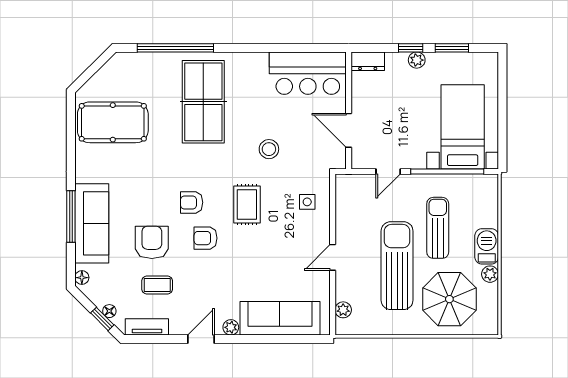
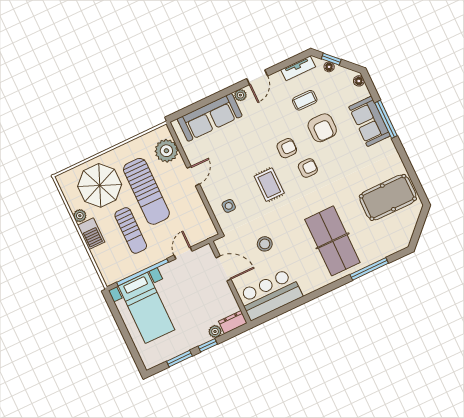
window: (175, 48) -> (369, 269), width x0.68
plant: (417, 60) -> (215, 331), moved
stool: (269, 149) -> (265, 244), moved
sofa: (92, 223) -> (370, 121), width x0.73
plant: (343, 310) -> (166, 151), width x1.88, depth x1.88

